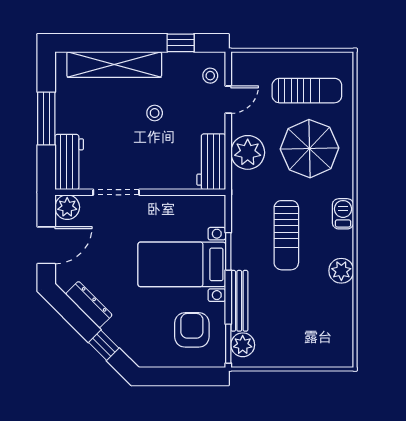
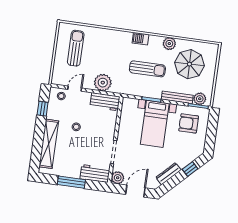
door: (228, 100) -> (75, 89), hinge flipped
parasol: (309, 149) -> (189, 64), moved
door: (46, 245) -> (135, 191), hinge flipped

